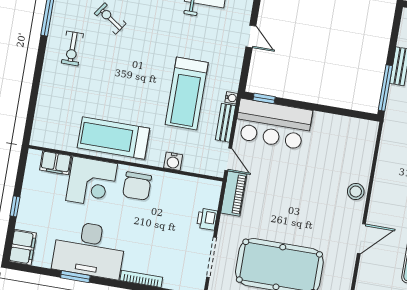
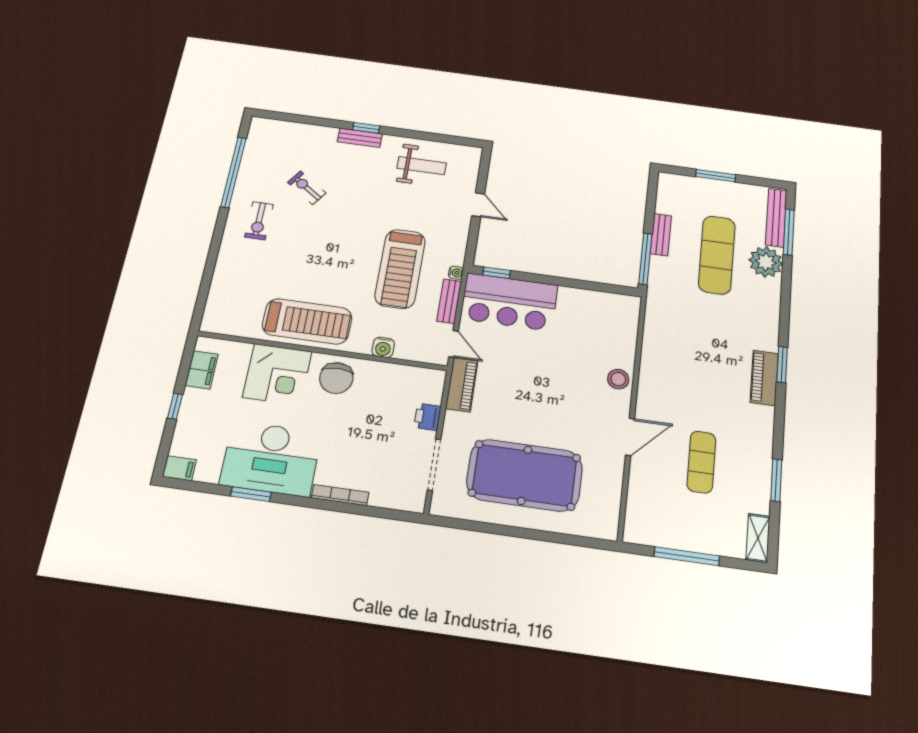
treadmill: (113, 138) -> (307, 321), turned 180
filing cabinet: (56, 163) -> (202, 370), moved, turned -90
filing cabinet: (23, 247) -> (179, 468), width x0.50

